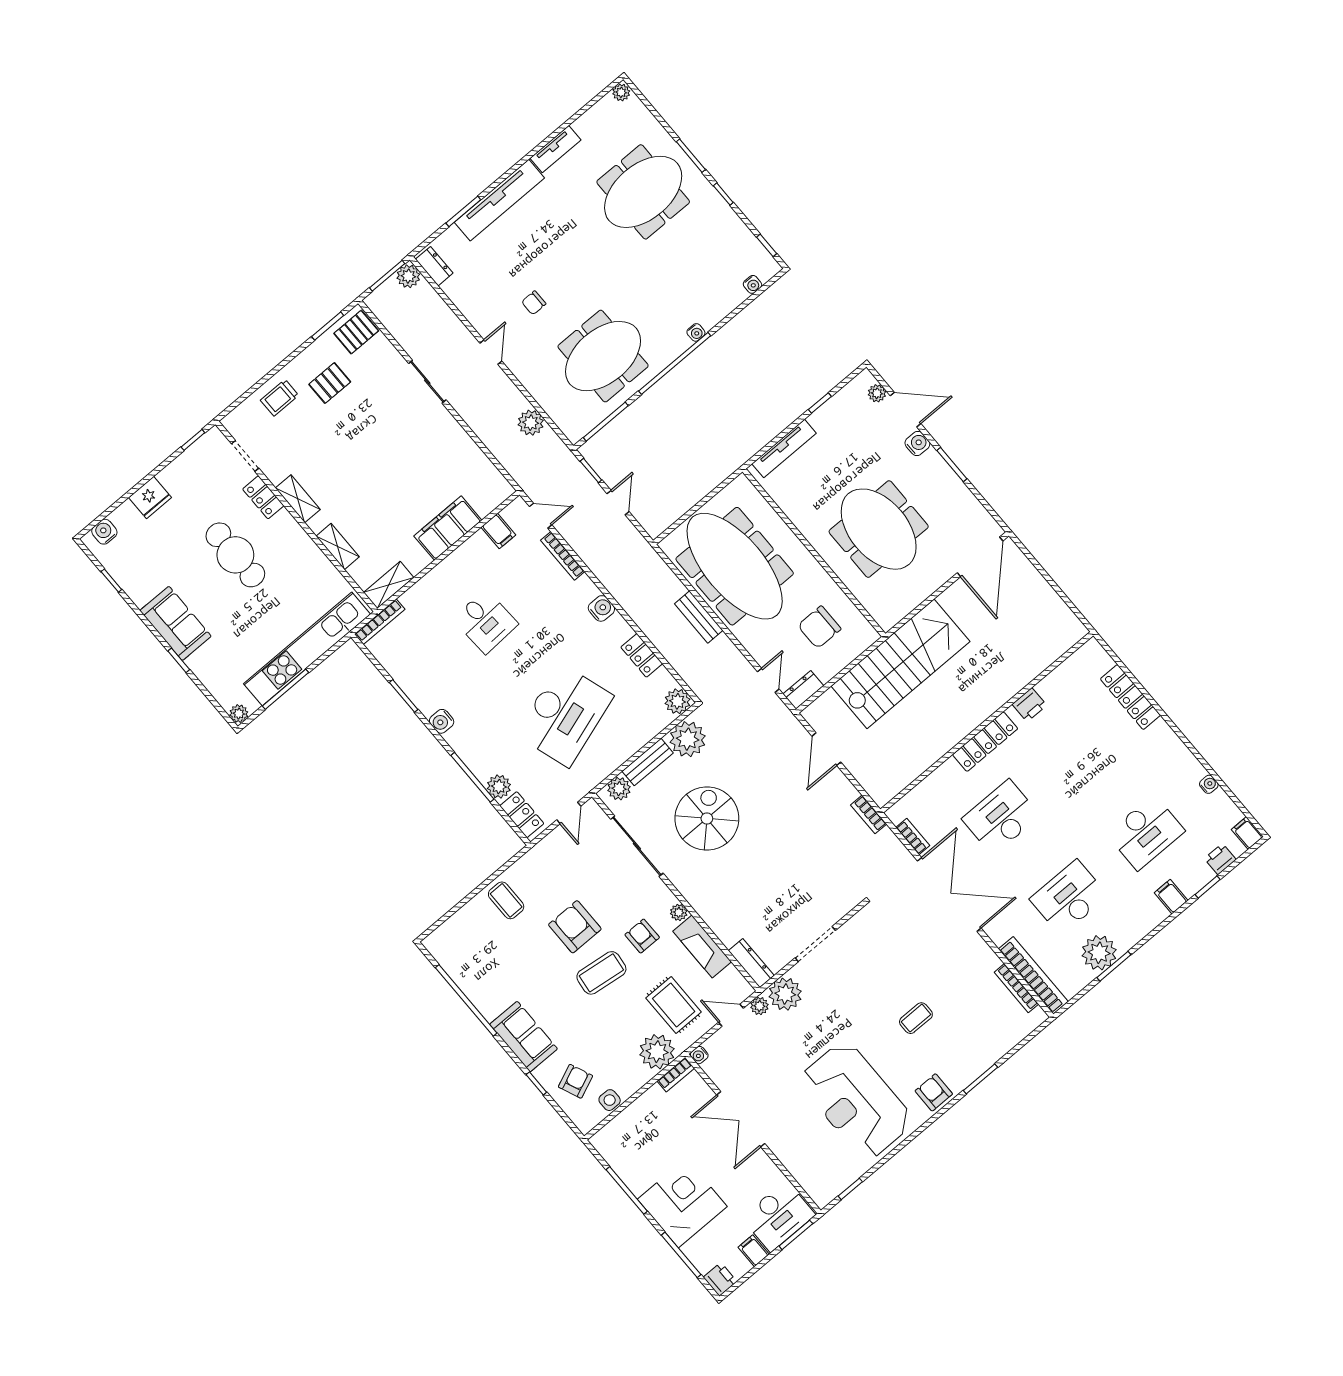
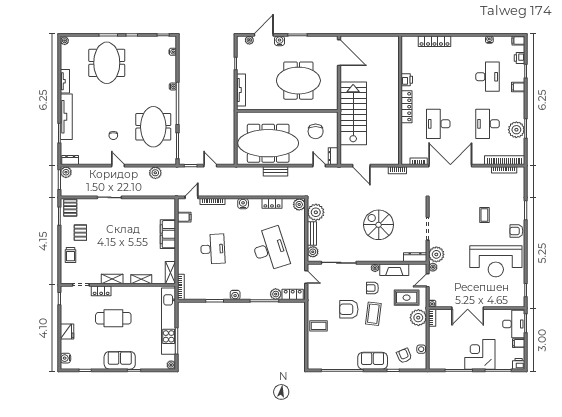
desk: (485, 622) -> (213, 249), width x1.37
spiral stairs: (707, 818) -> (379, 225), moved

